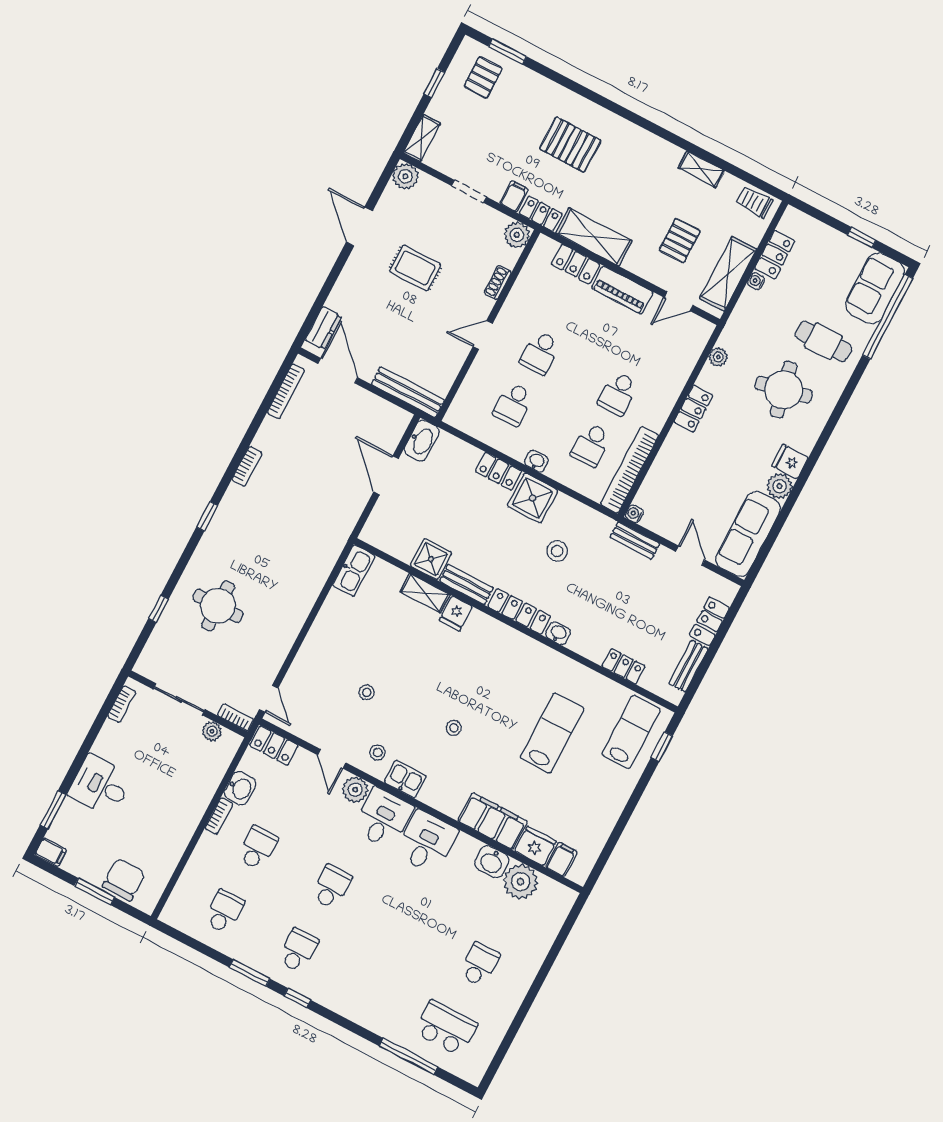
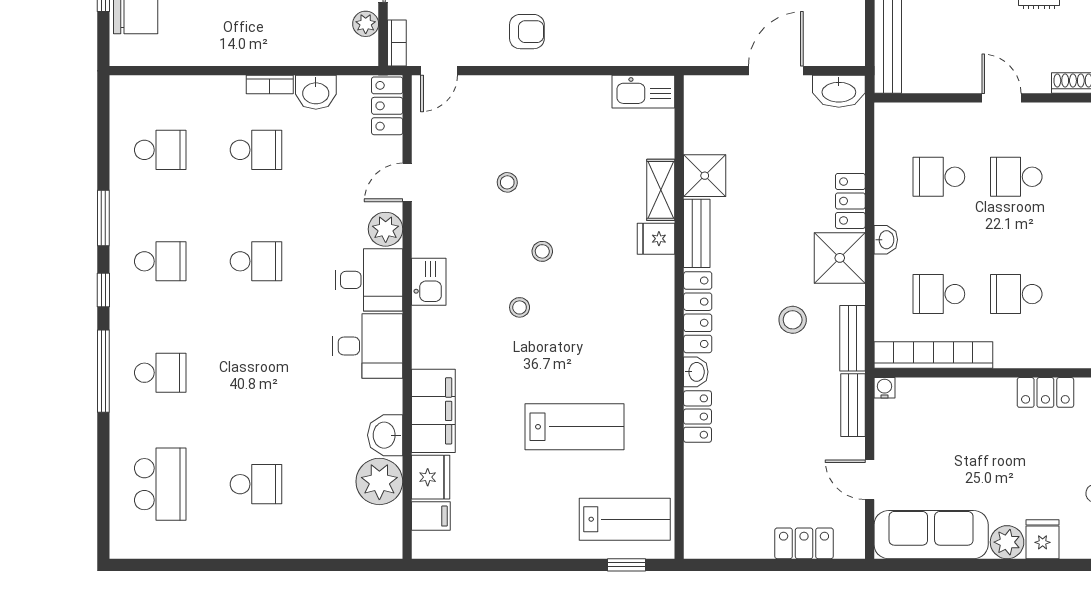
door: (690, 556) -> (870, 480), swing flipped
armchair: (273, 627) -> (527, 32), added
locker: (623, 666) -> (698, 417), moved
bench: (688, 666) -> (853, 338), moved, turned 90
stool: (377, 752) -> (542, 251), moved
school desk: (372, 989) -> (160, 373), added
window: (408, 1056) -> (103, 371), moved

